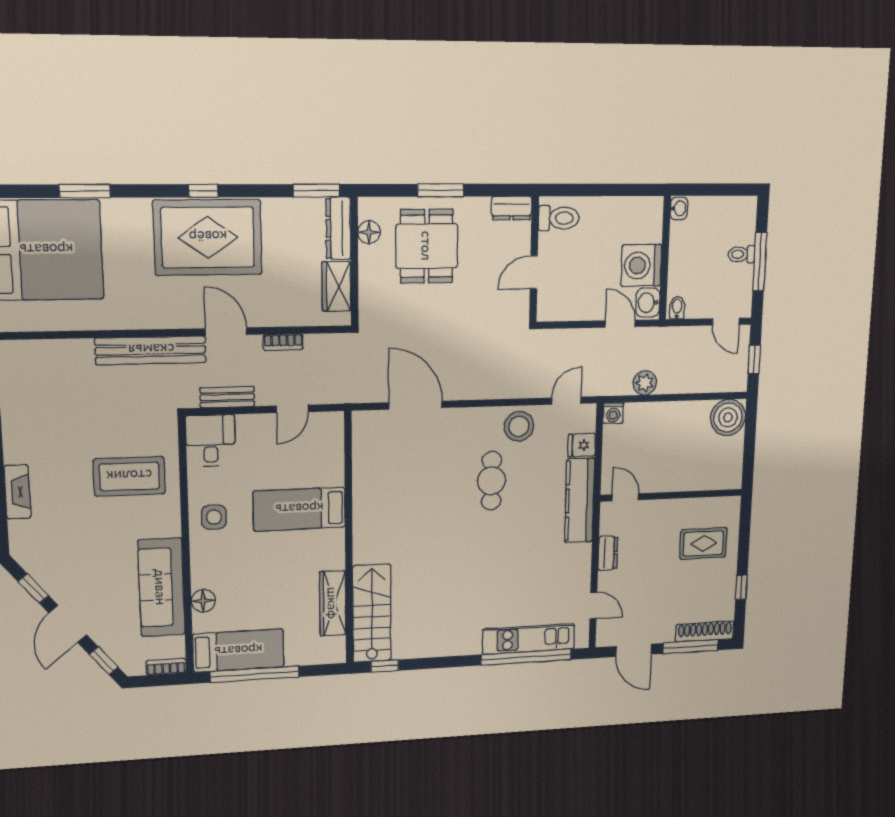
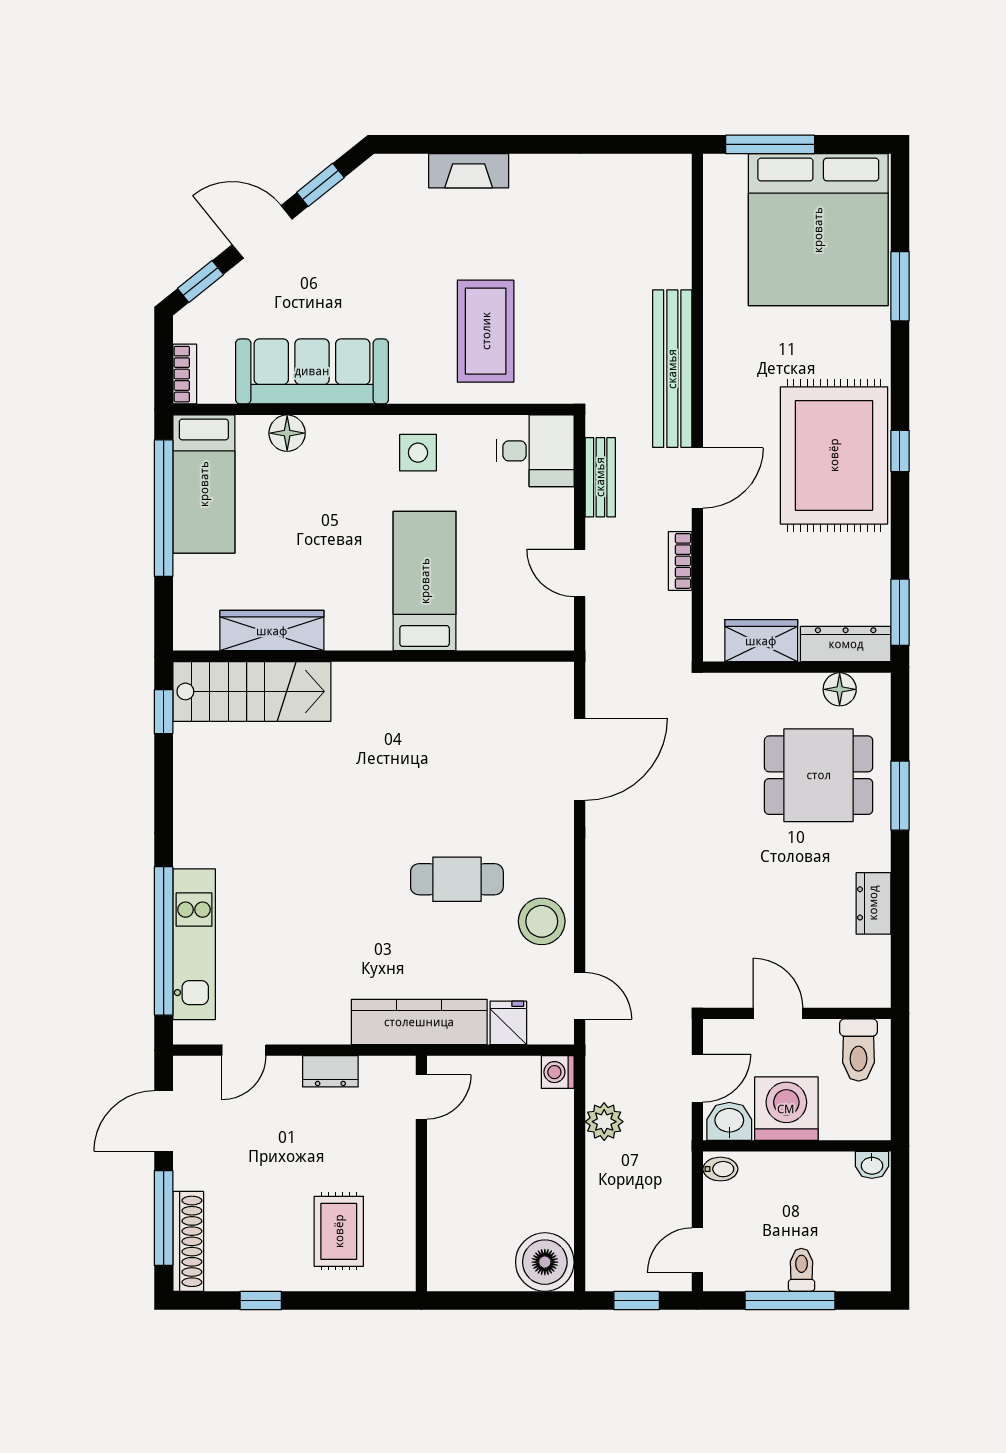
toilet: (559, 218) -> (859, 1050), moved
wall: (534, 260) -> (797, 1013), moved
door: (534, 272) -> (778, 1013), moved

